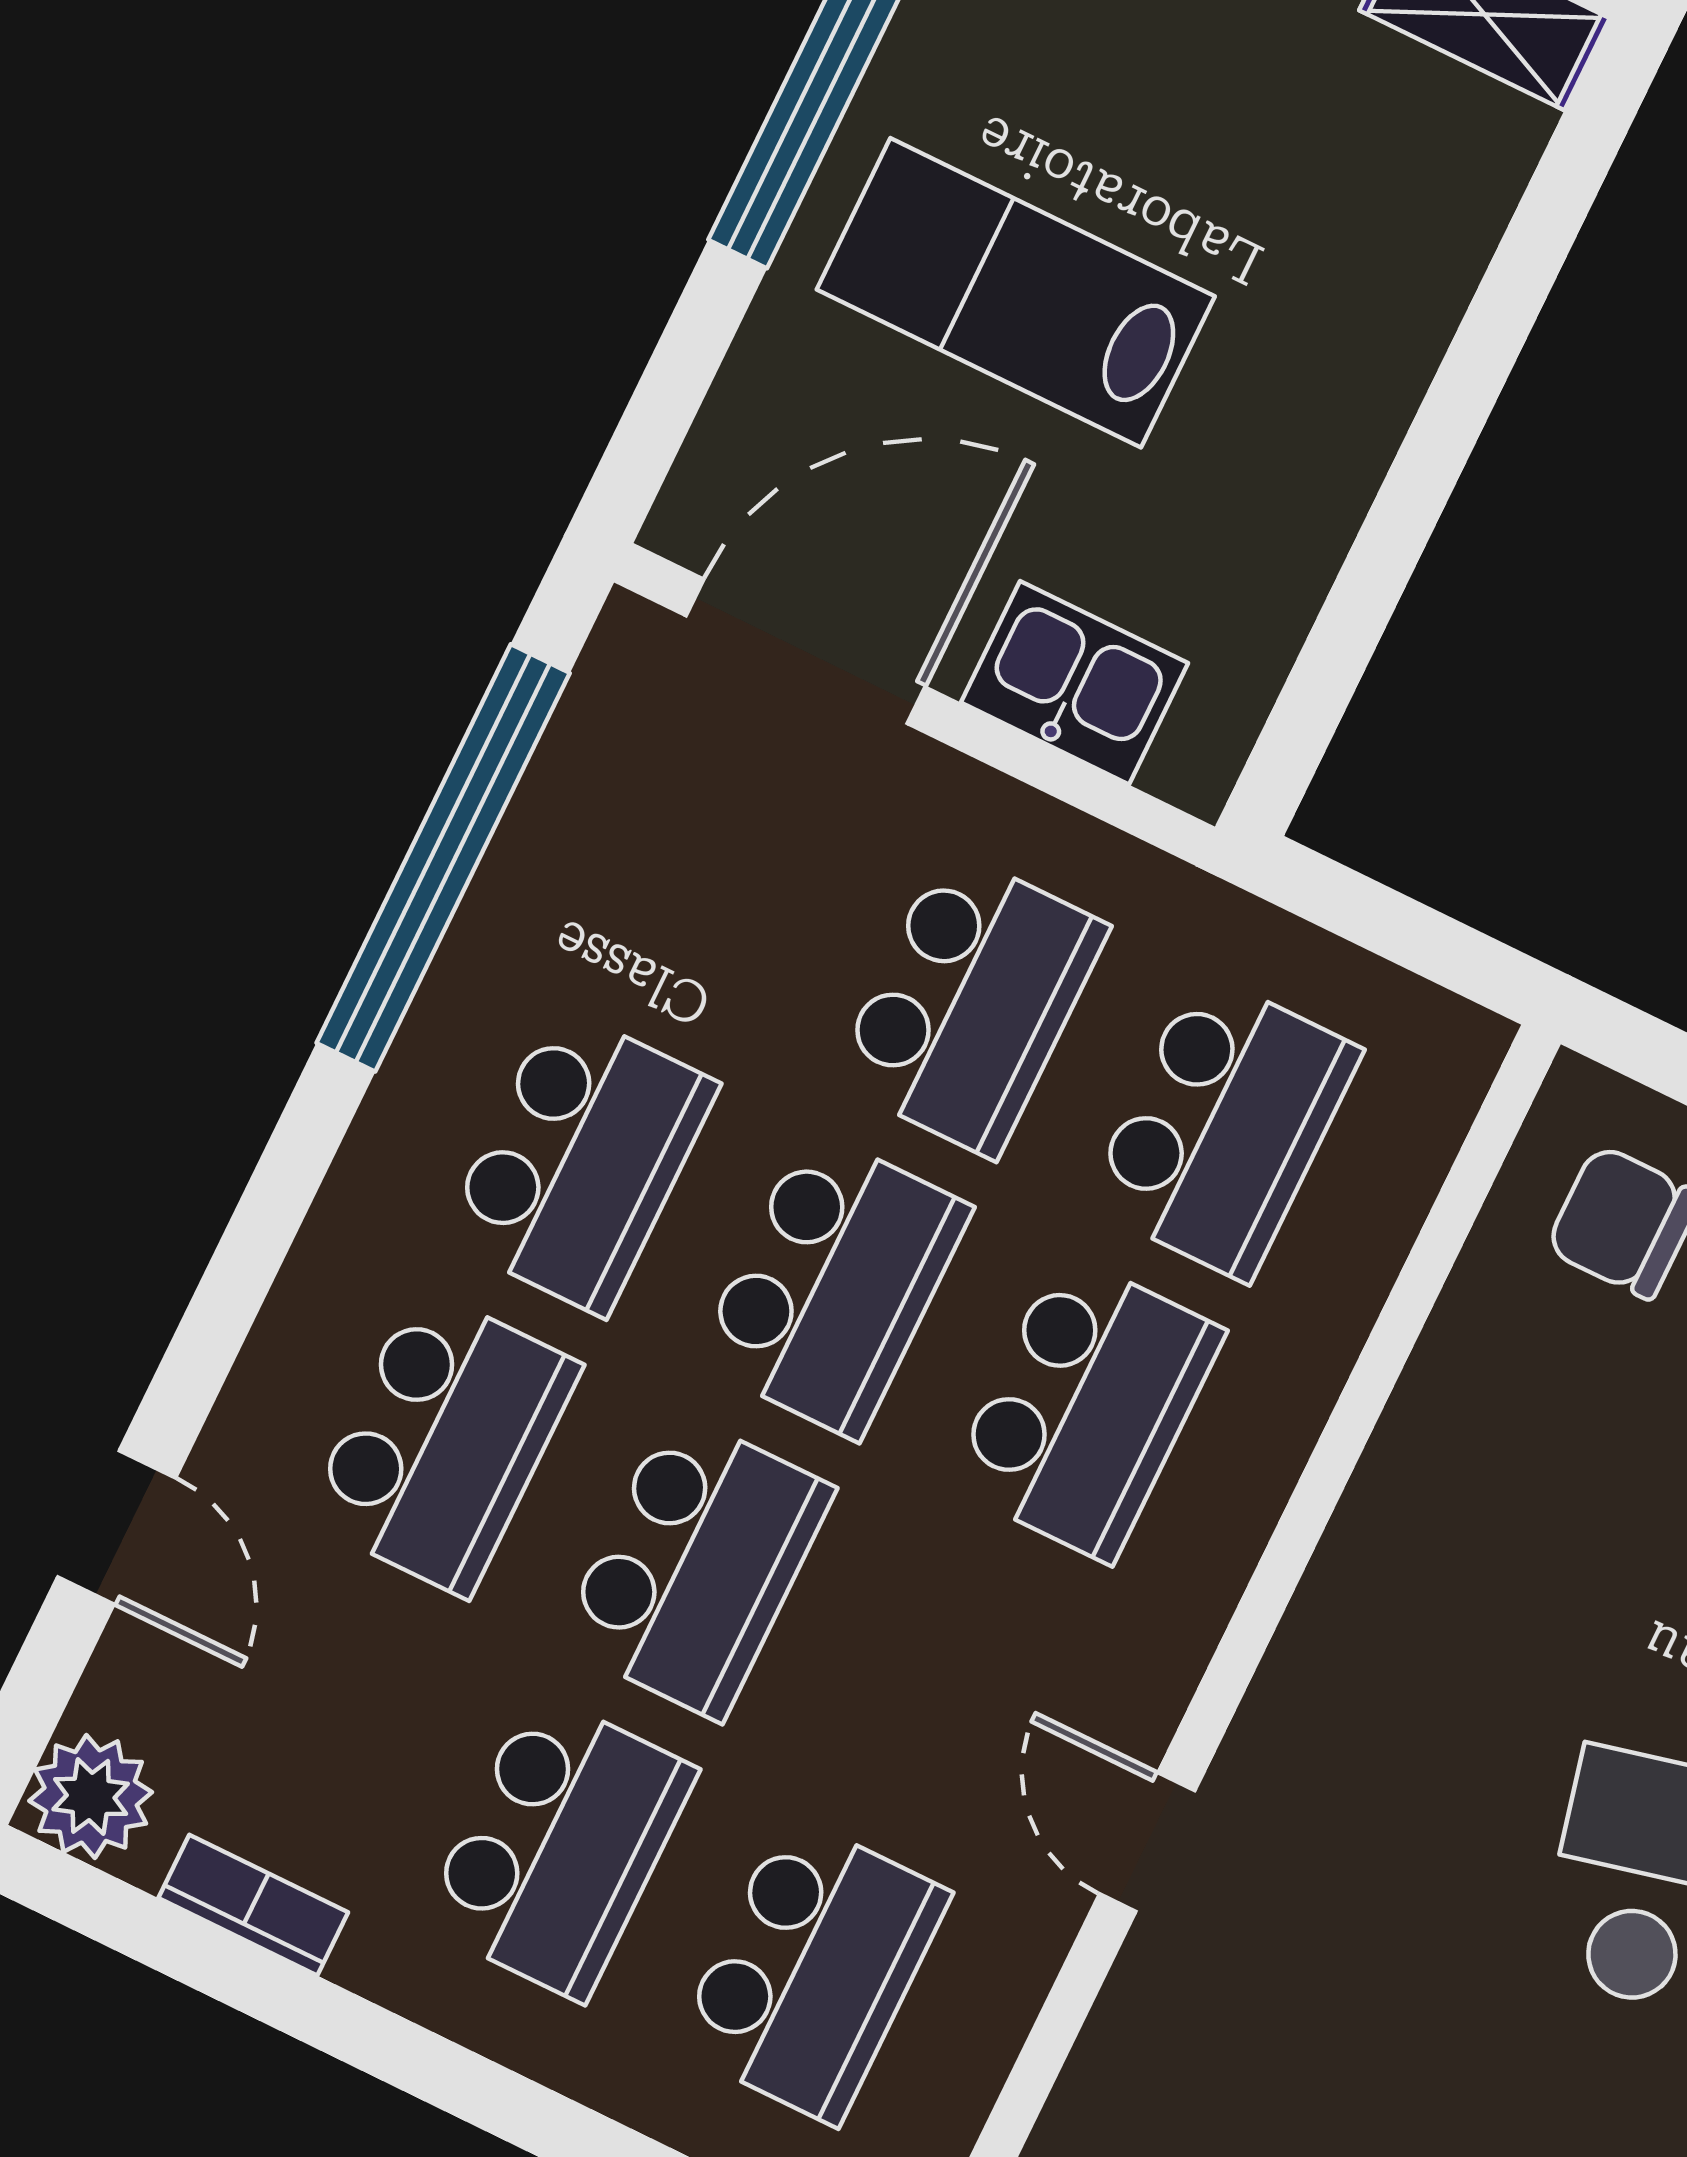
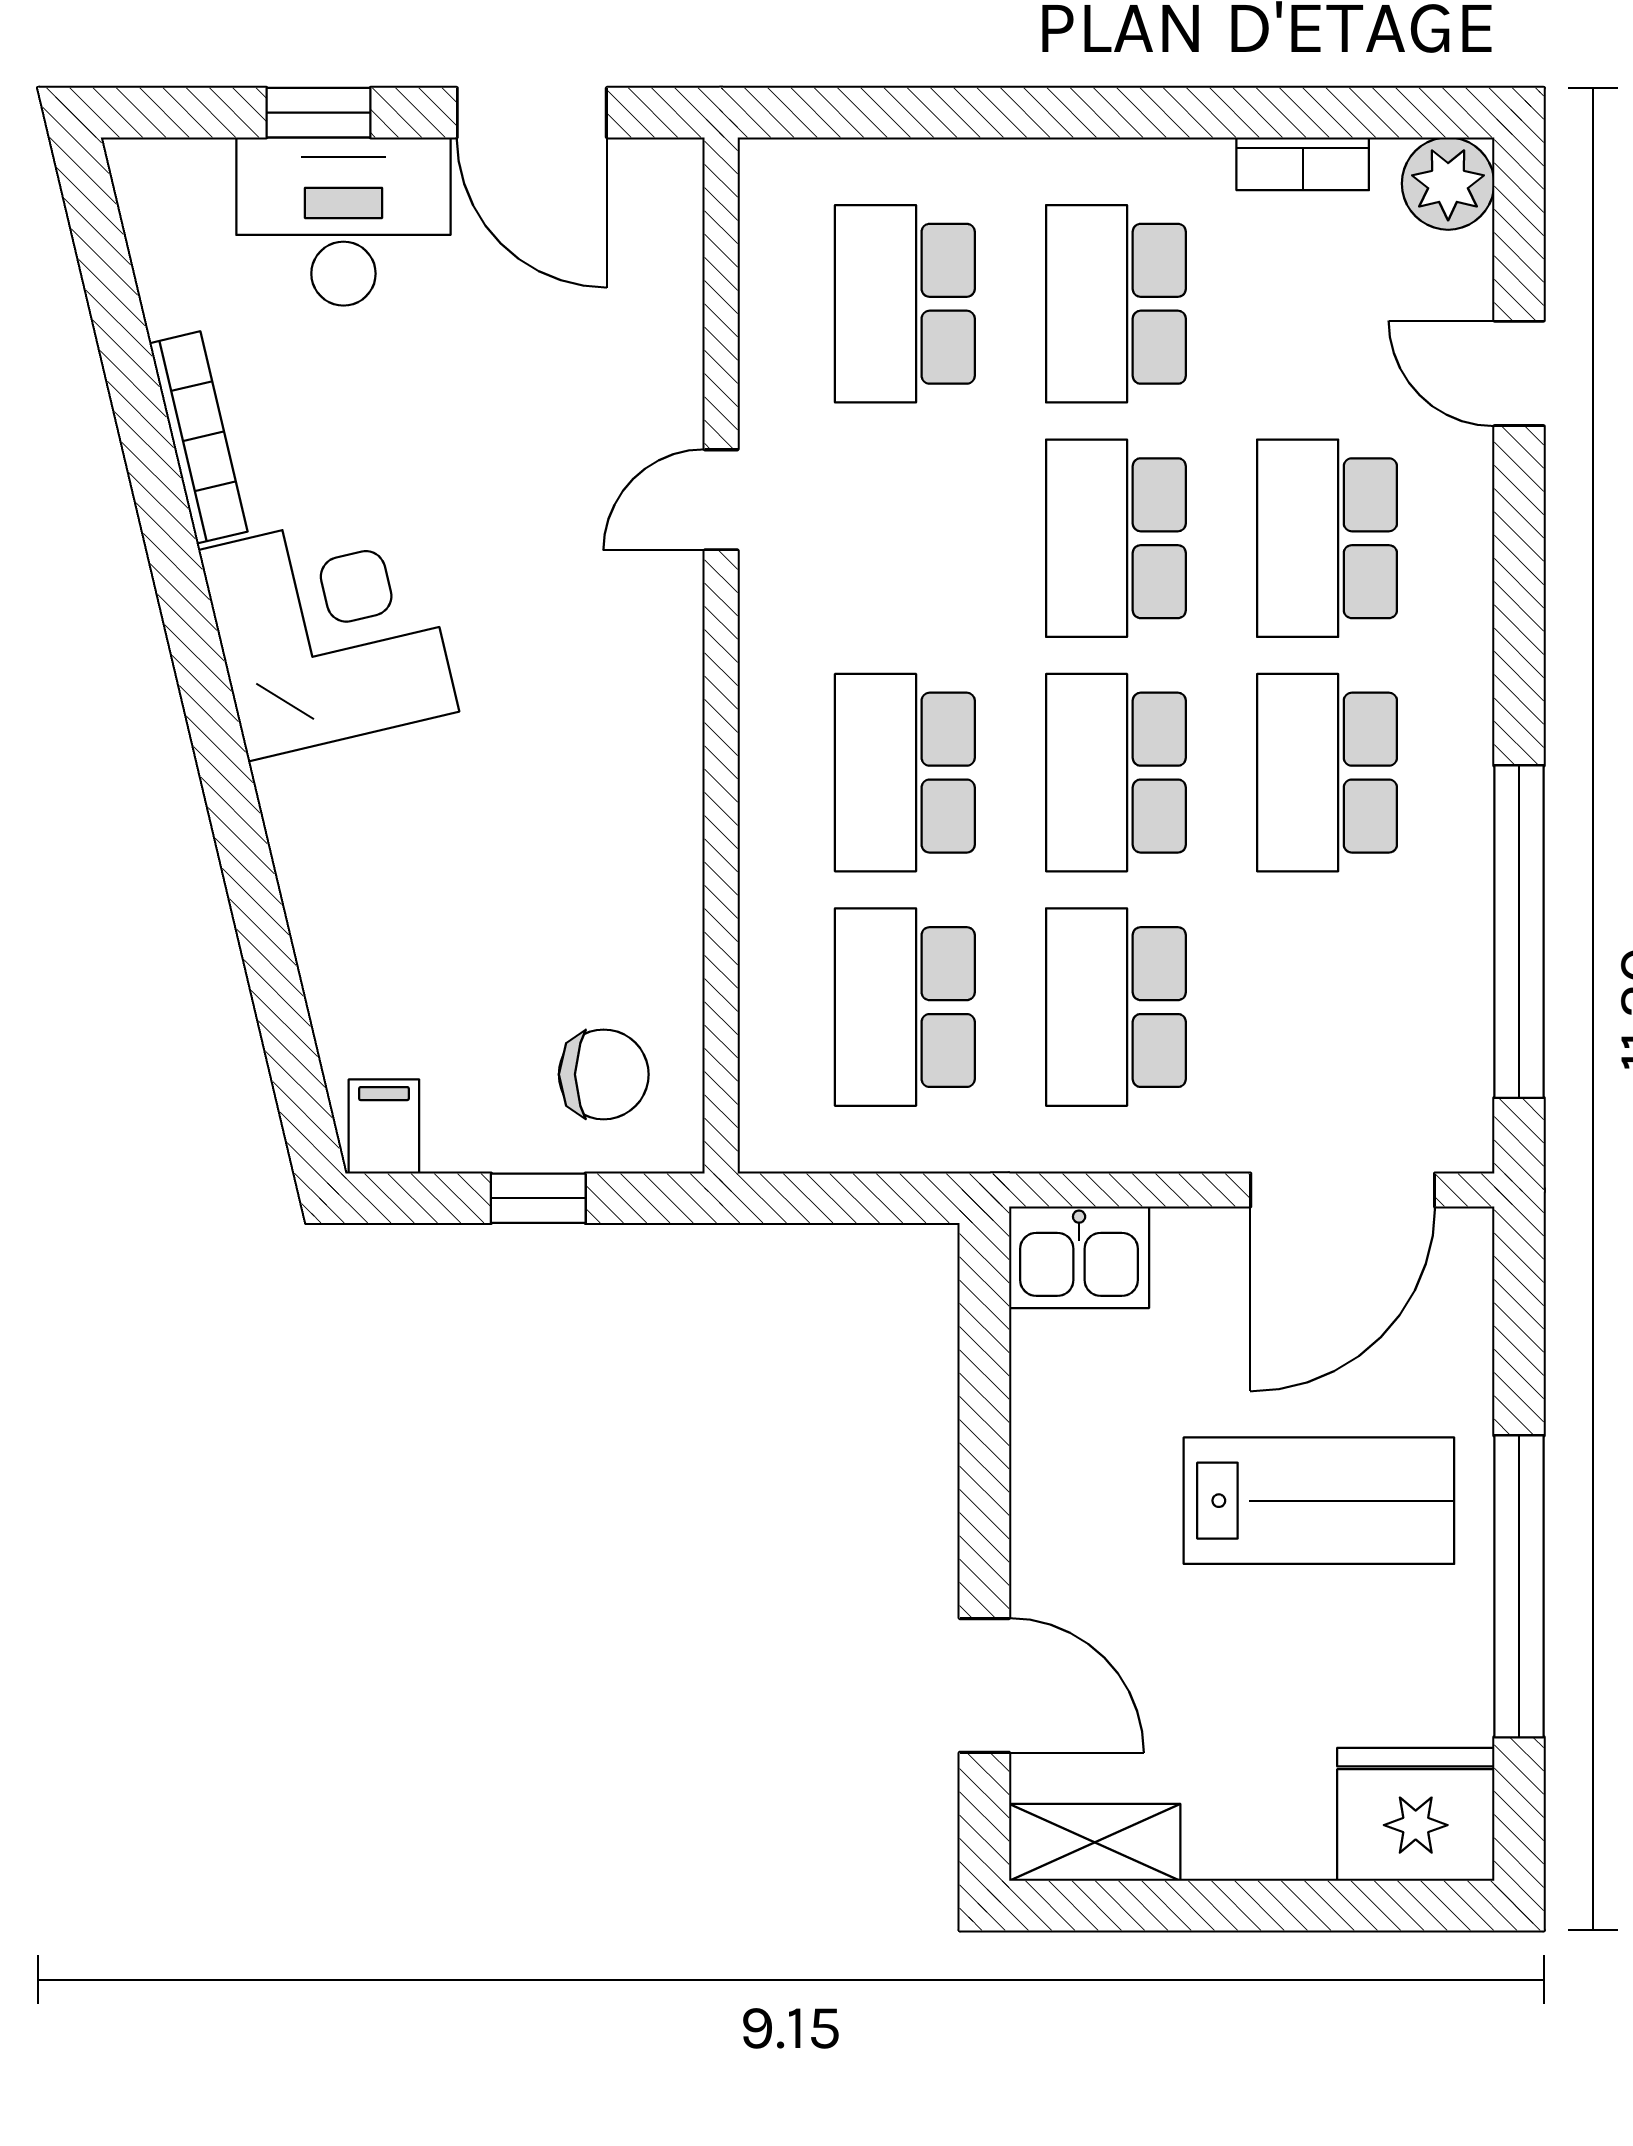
door: (1525, 267) -> (984, 1685), added
kitchen sink: (1075, 683) -> (1079, 1257), moved
door: (1147, 1842) -> (721, 500), swing flipped

